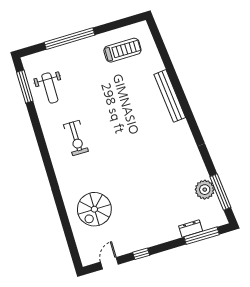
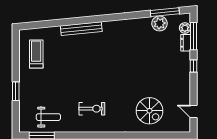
window: (70, 39) -> (16, 91), width x0.47
plant: (208, 222) -> (185, 28), added
window: (141, 254) -> (193, 66), moved

